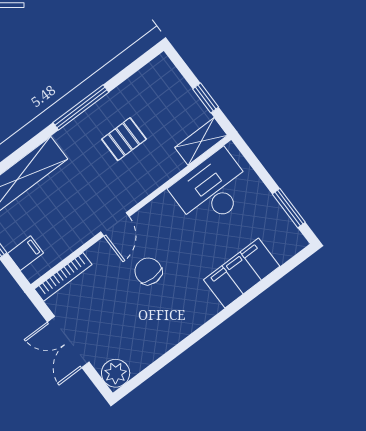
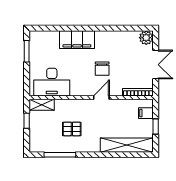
window: (81, 107) -> (60, 155), moved
filing cabinet: (242, 273) -> (77, 40), moved

